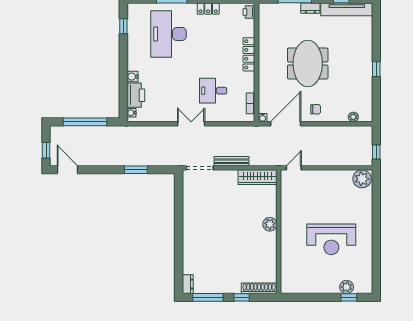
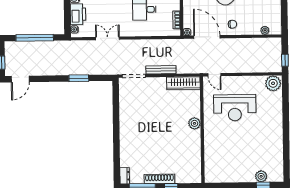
double door: (191, 124) -> (107, 38), moved
door: (286, 124) -> (207, 37), hinge flipped
door: (294, 168) -> (214, 75), swing flipped
door: (68, 170) -> (20, 79), swing flipped
reception desk: (331, 239) -> (235, 108), moved
shoe rack: (259, 288) -> (159, 179), moved

